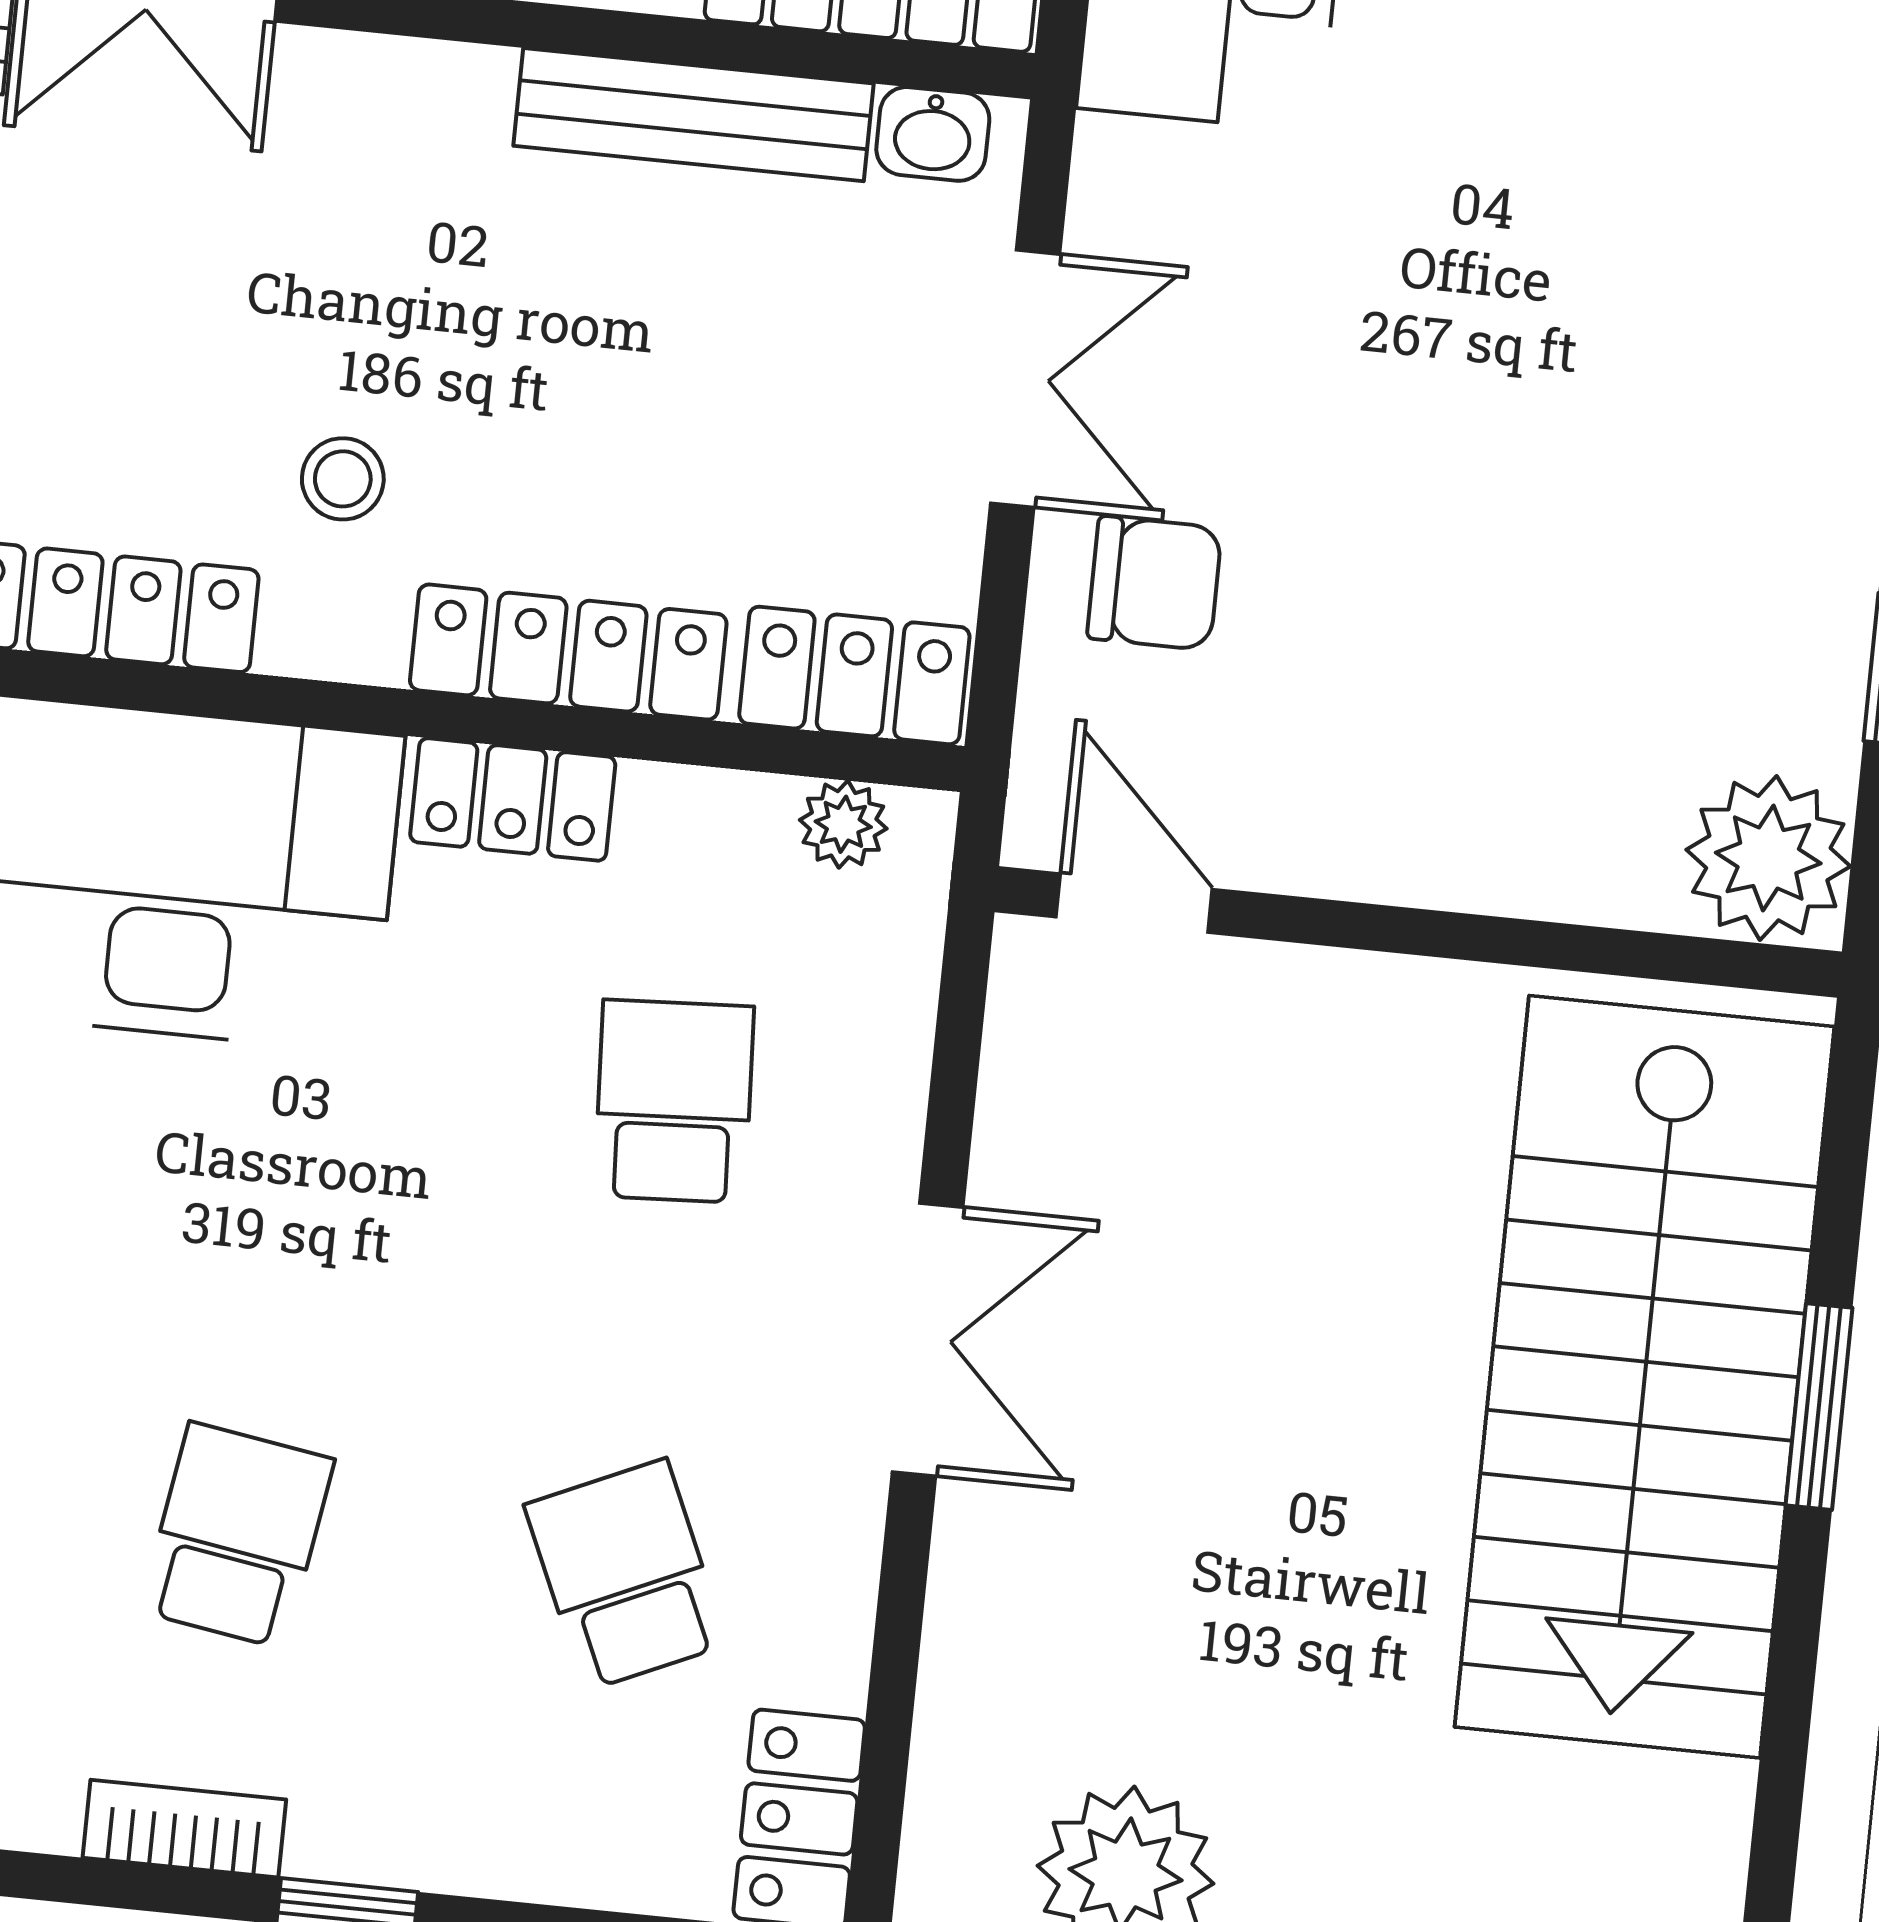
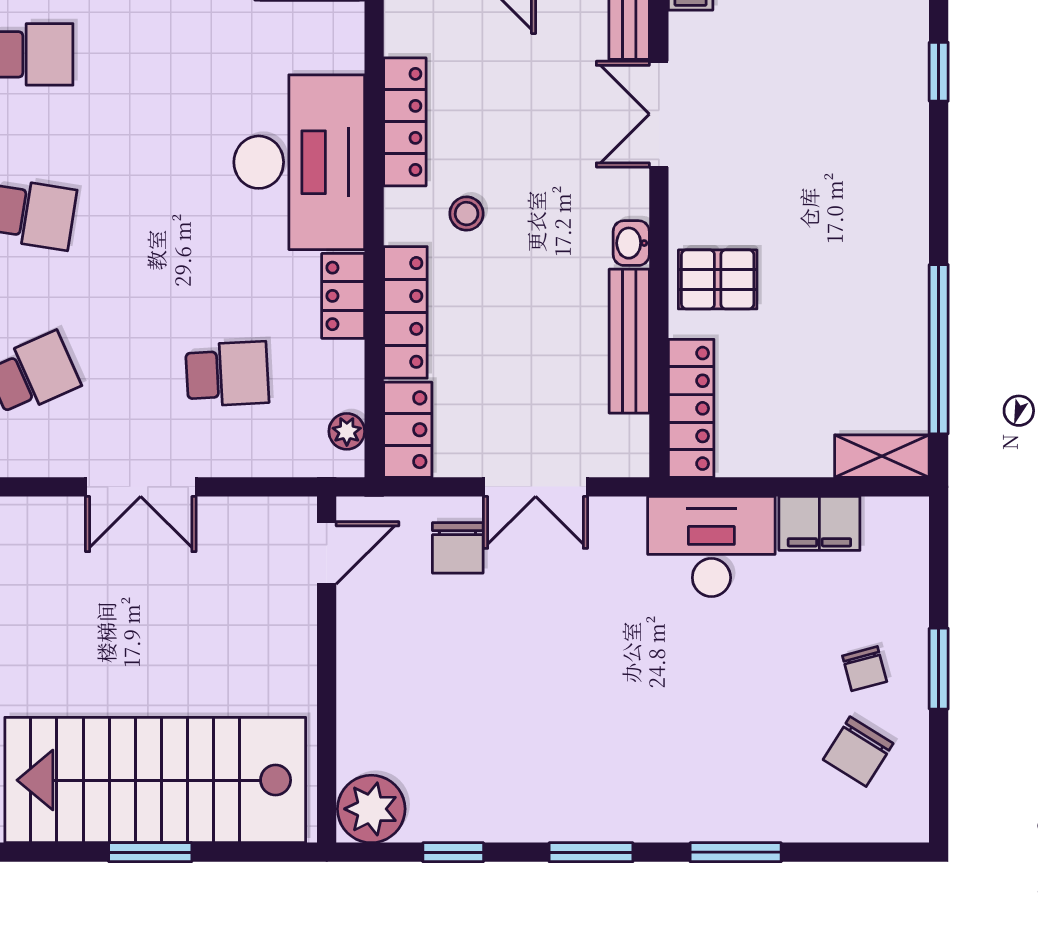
washbasin: (933, 134) -> (631, 243), moved

